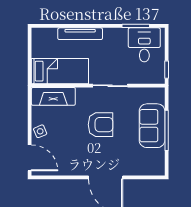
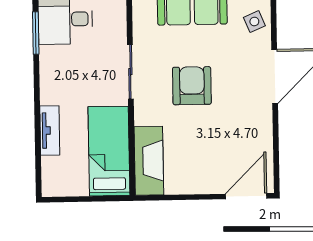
tv unit: (80, 34) -> (50, 130), width x0.71
side table: (40, 131) -> (254, 22), moved

